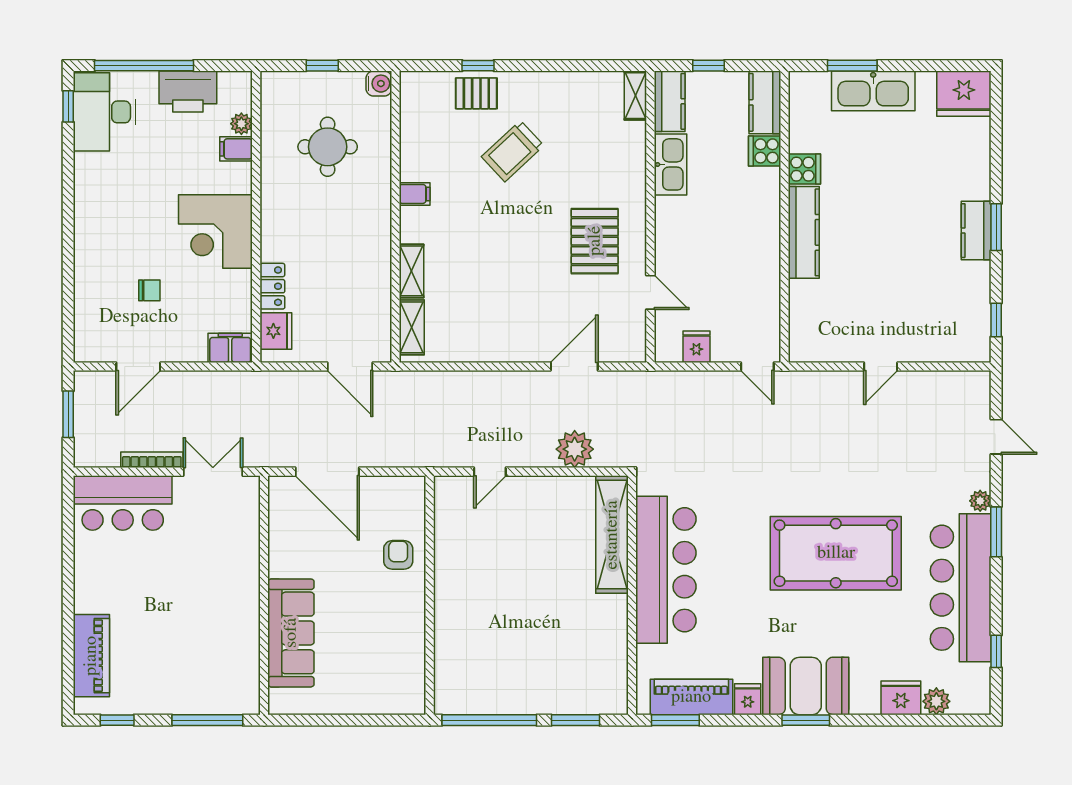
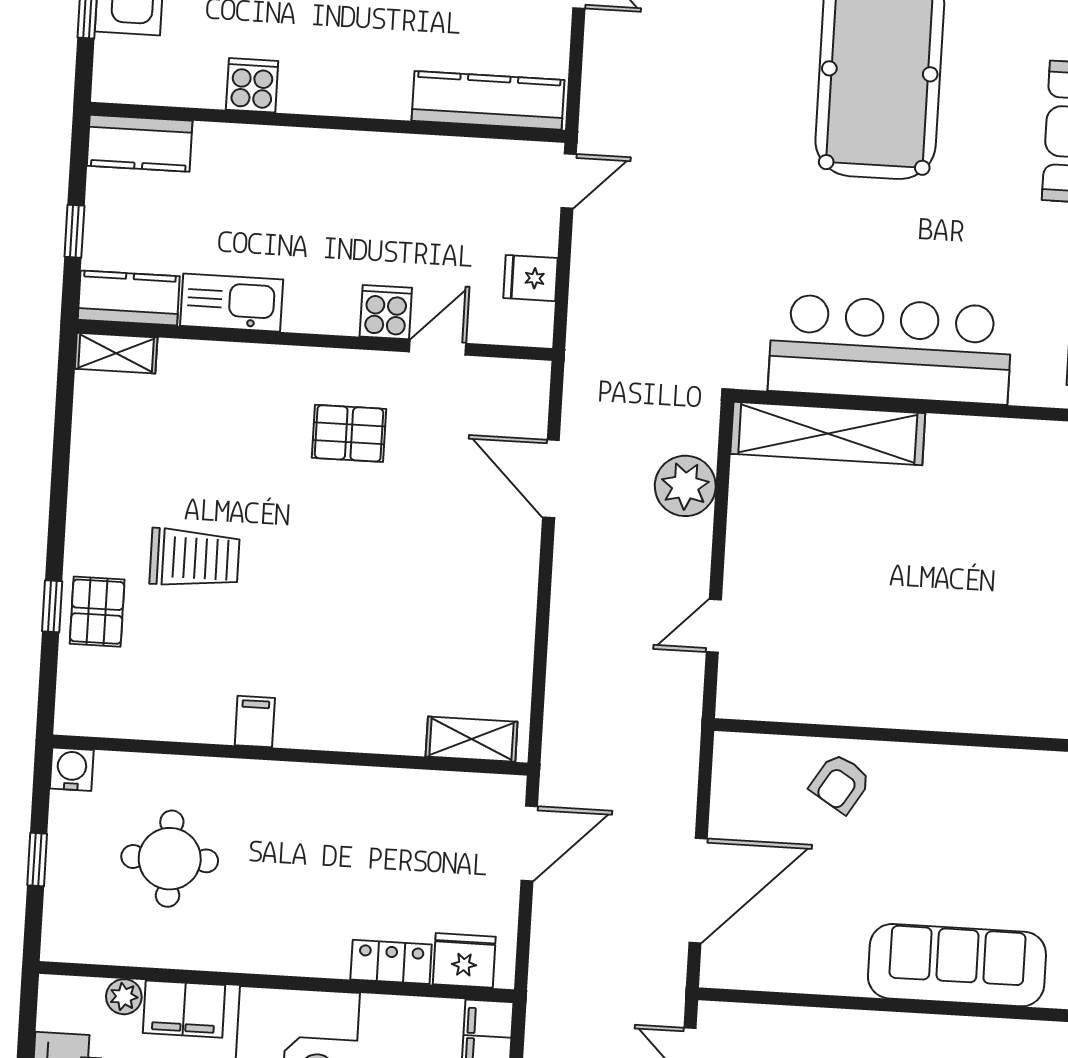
filing cabinet: (236, 149) -> (184, 1009), width x2.00
trolley: (513, 151) -> (195, 558), turned -47
cooker: (765, 151) -> (386, 312), moved, turned 180
kitchen counter: (804, 232) -> (488, 100), moved
pallet: (595, 241) -> (349, 433), width x0.67, depth x0.71
shelving: (412, 271) -> (380, 734), removed
door: (490, 472) -> (714, 626), swing flipped
armchair: (398, 555) -> (840, 783), turned -58

